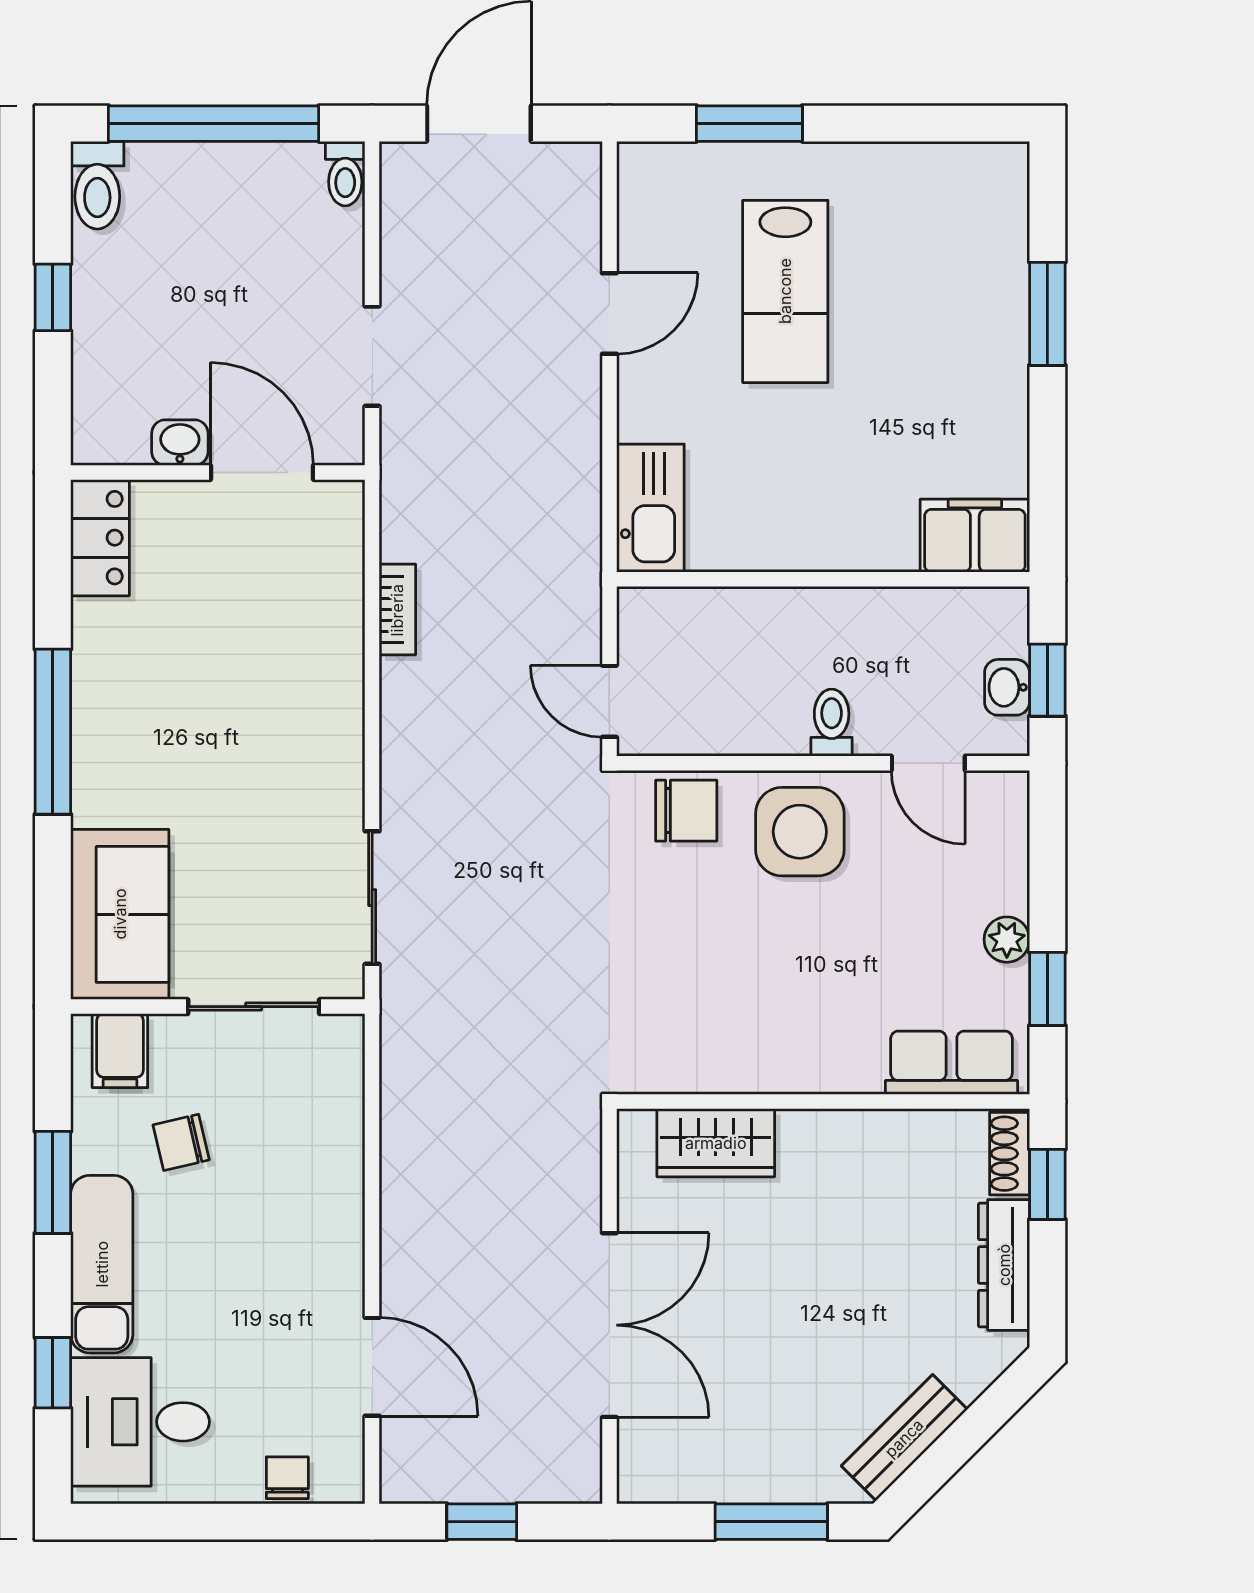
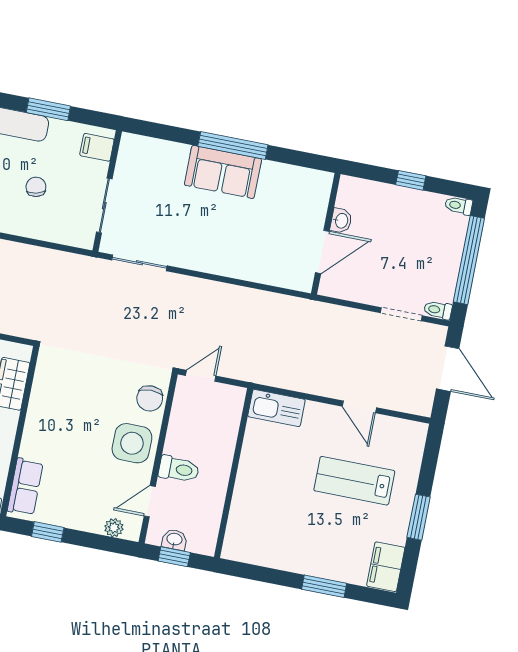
window: (749, 124) -> (419, 517), moved
toilet: (97, 185) -> (459, 206), width x0.73, depth x0.72
doorway: (372, 356) -> (401, 314), moved
filing cabinet: (975, 536) -> (386, 567), moved, turned 180
locker: (100, 538) -> (309, 180), removed
bookcase: (397, 610) -> (255, 296), removed
toilet: (832, 723) -> (179, 469), width x1.37, depth x1.39
sofa: (120, 914) -> (223, 172), moved
plant: (1007, 940) -> (114, 528), moved
chair: (181, 1142) -> (36, 187), moved

